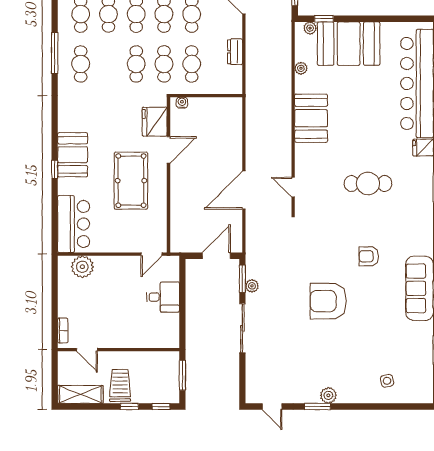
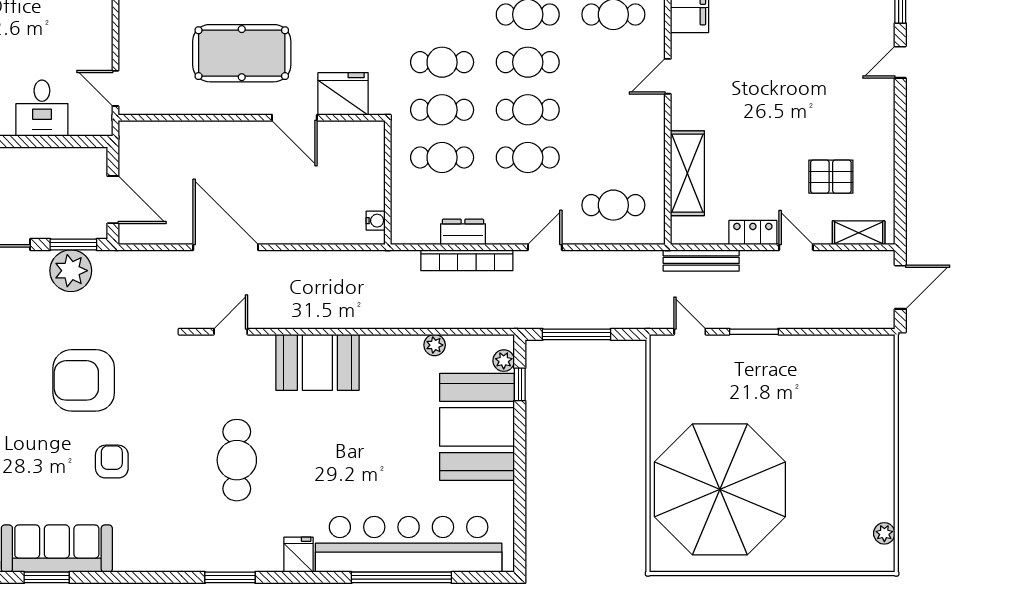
bookcase: (252, 50) -> (467, 260), added
water cooler: (182, 103) -> (376, 221), moved
booth: (311, 118) -> (317, 362), moved
plant: (252, 286) -> (71, 271), width x1.88, depth x1.88
armchair: (328, 301) -> (84, 380), moved, turned -90

